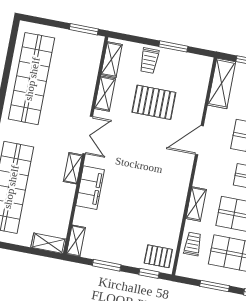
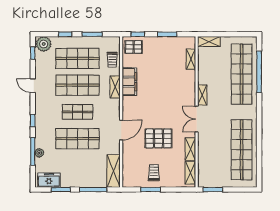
trolley: (149, 61) -> (154, 173), moved
pallet: (154, 102) -> (158, 138), moved
filing cabinet: (90, 188) -> (129, 82), moved, turned 180
shelving: (76, 241) -> (191, 59), moved

